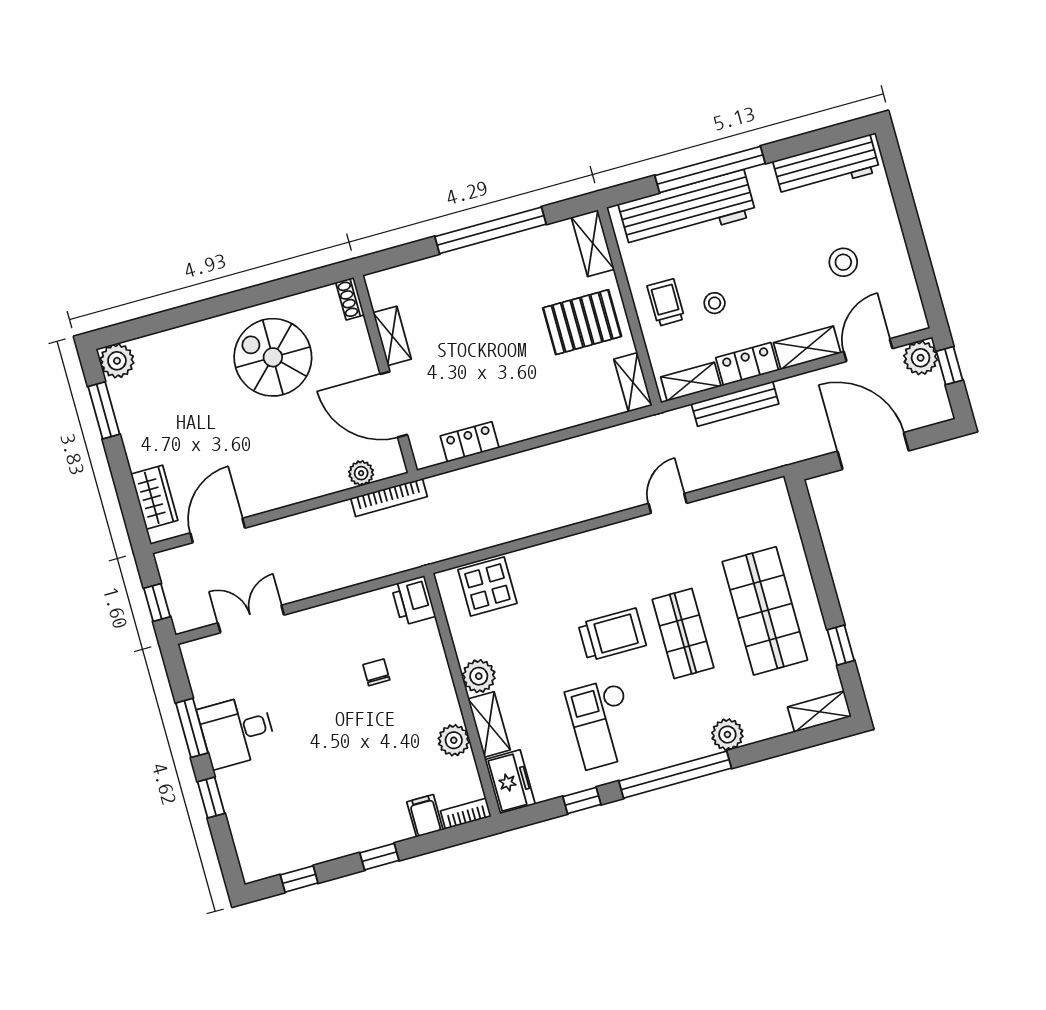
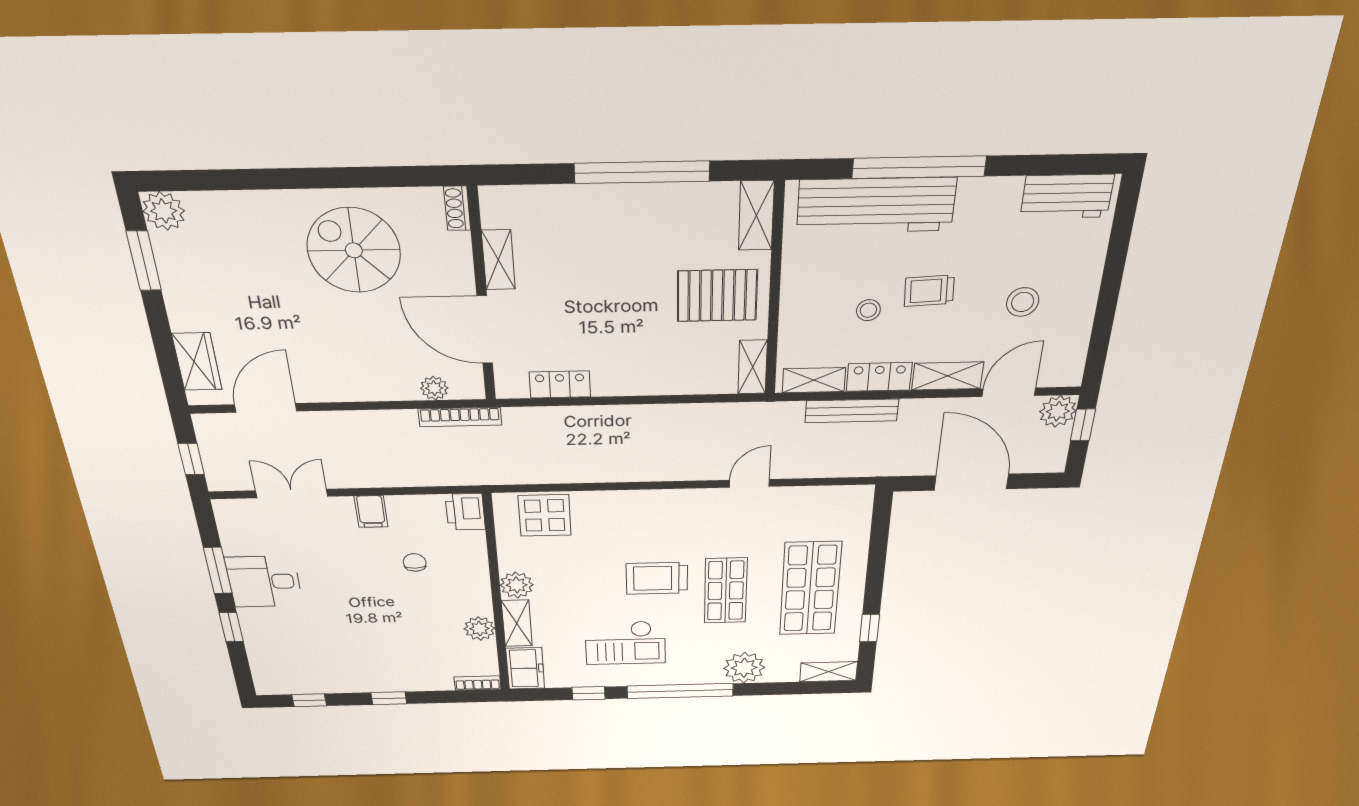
workbench: (826, 166) -> (1067, 196), width x0.73
trolley: (666, 302) -> (929, 291), moved, turned -93
trolley: (612, 635) -> (657, 578), turned 180
checkout: (602, 724) -> (625, 643), turned -90
plant: (727, 735) -> (744, 668), width x1.36, depth x1.36
filing cabinet: (425, 816) -> (371, 511), moved, turned 180

